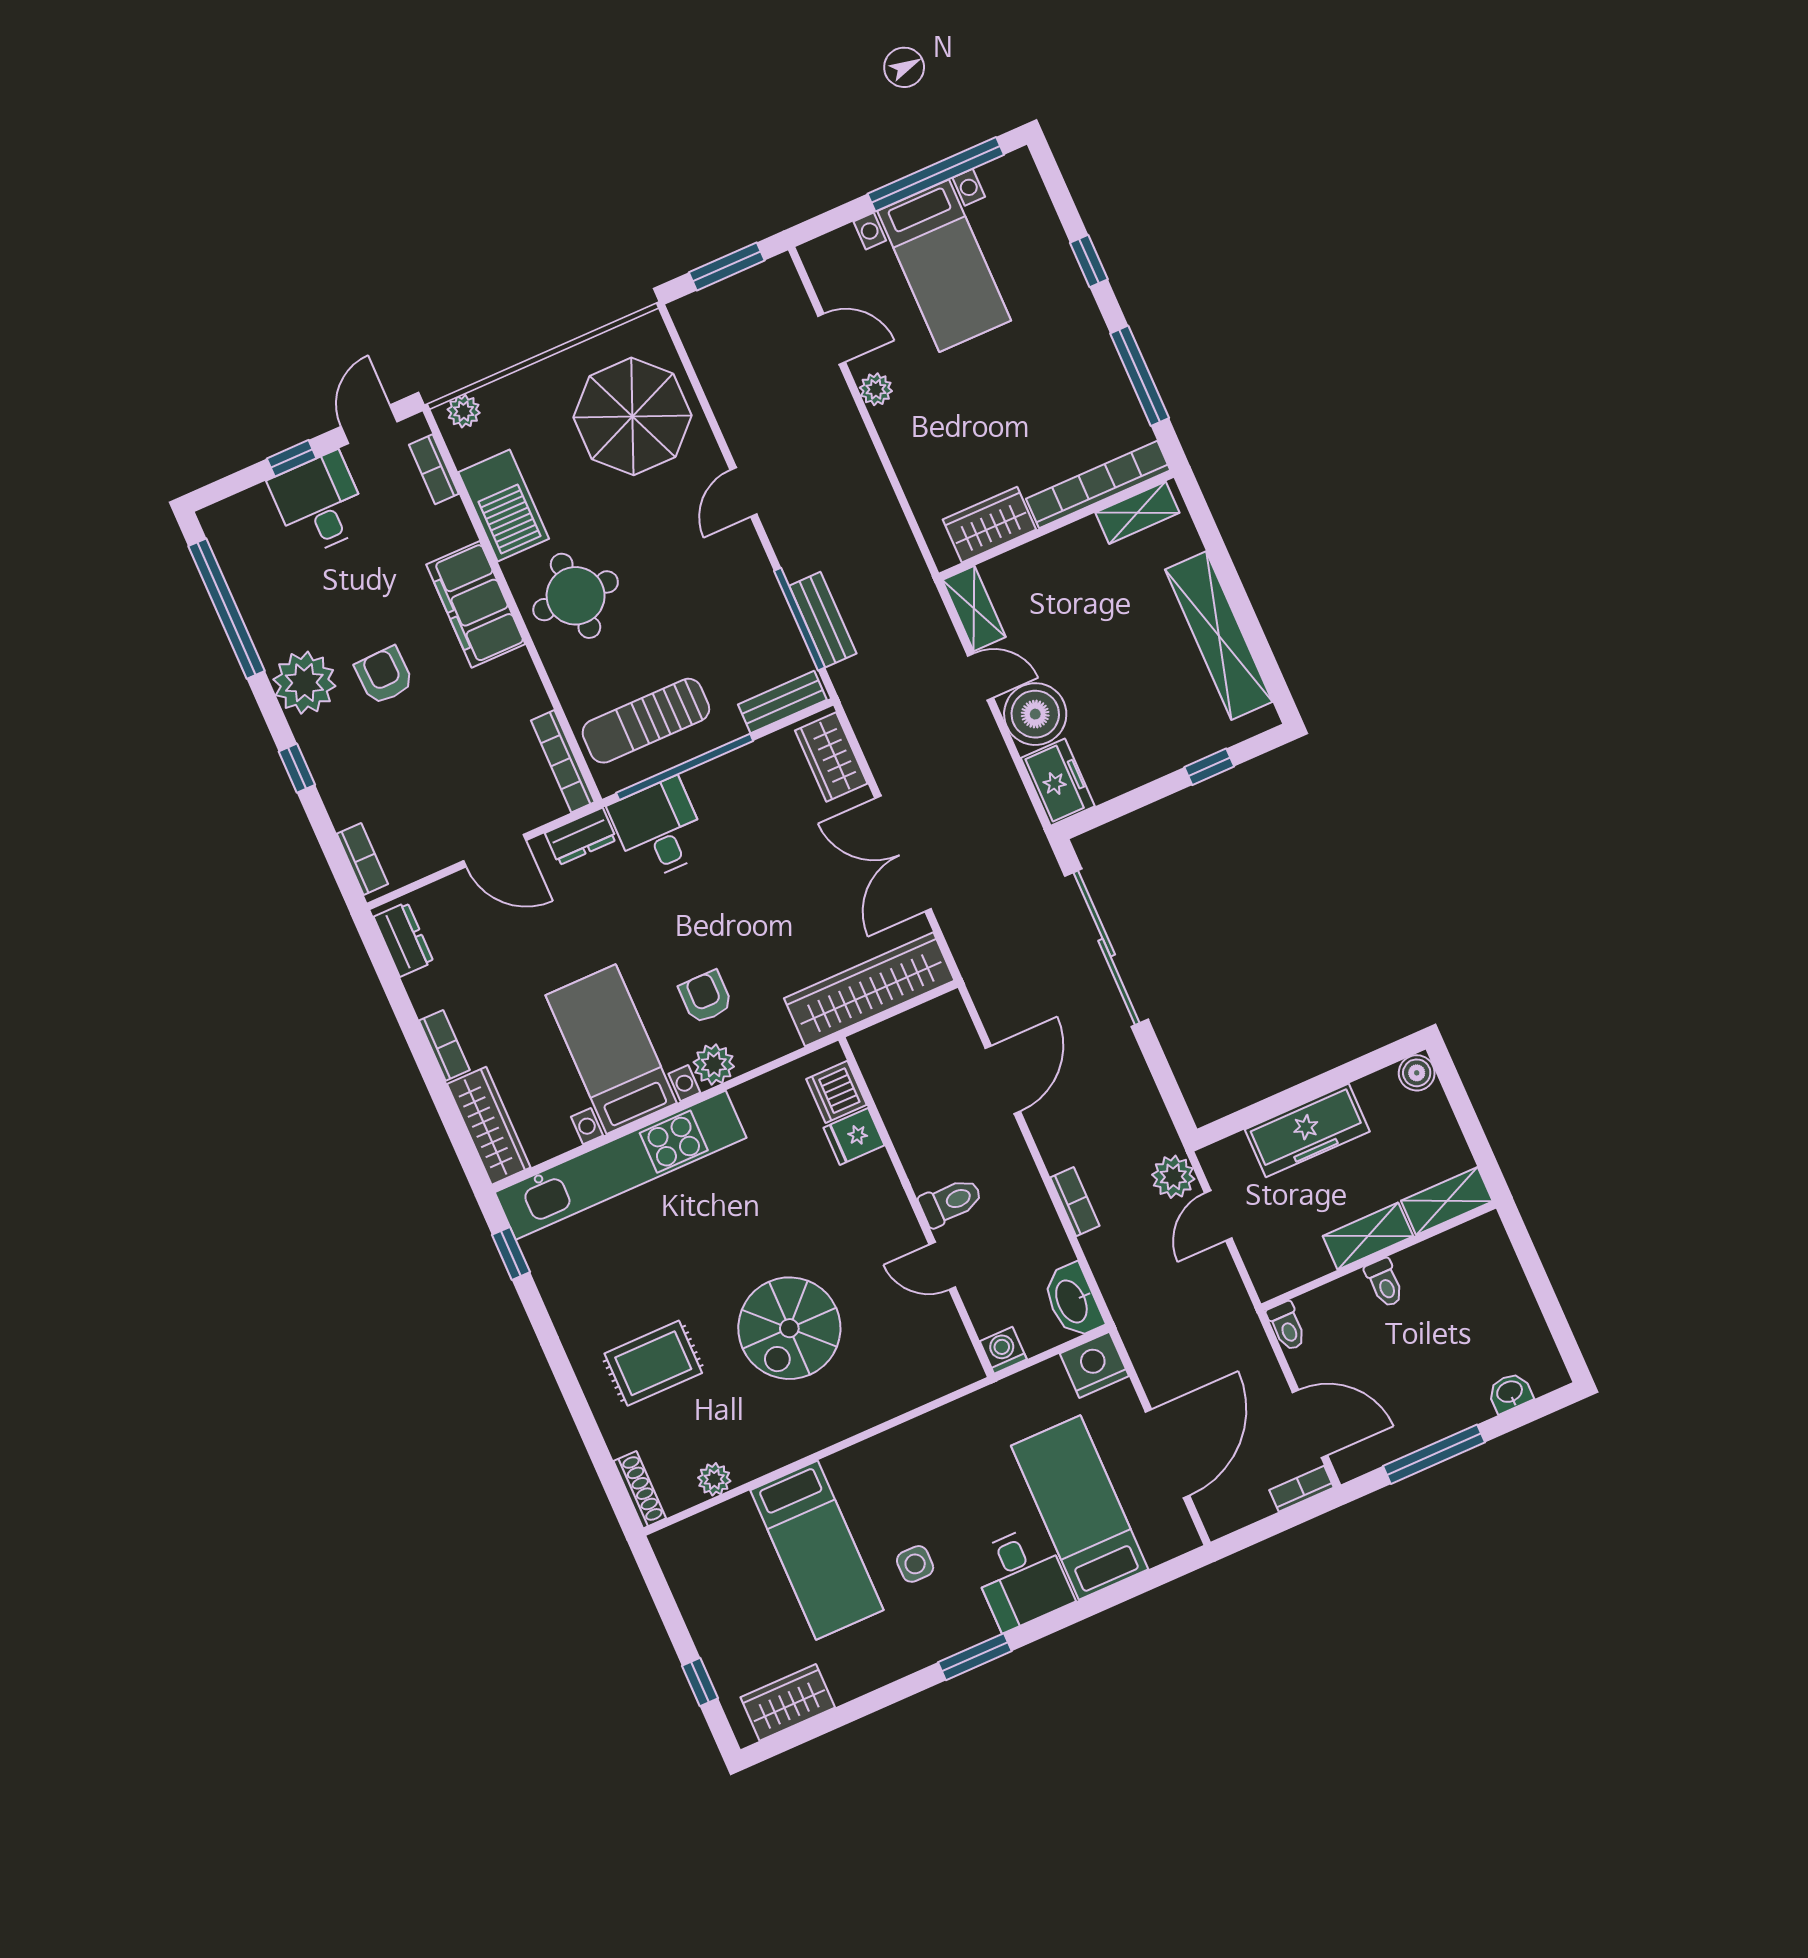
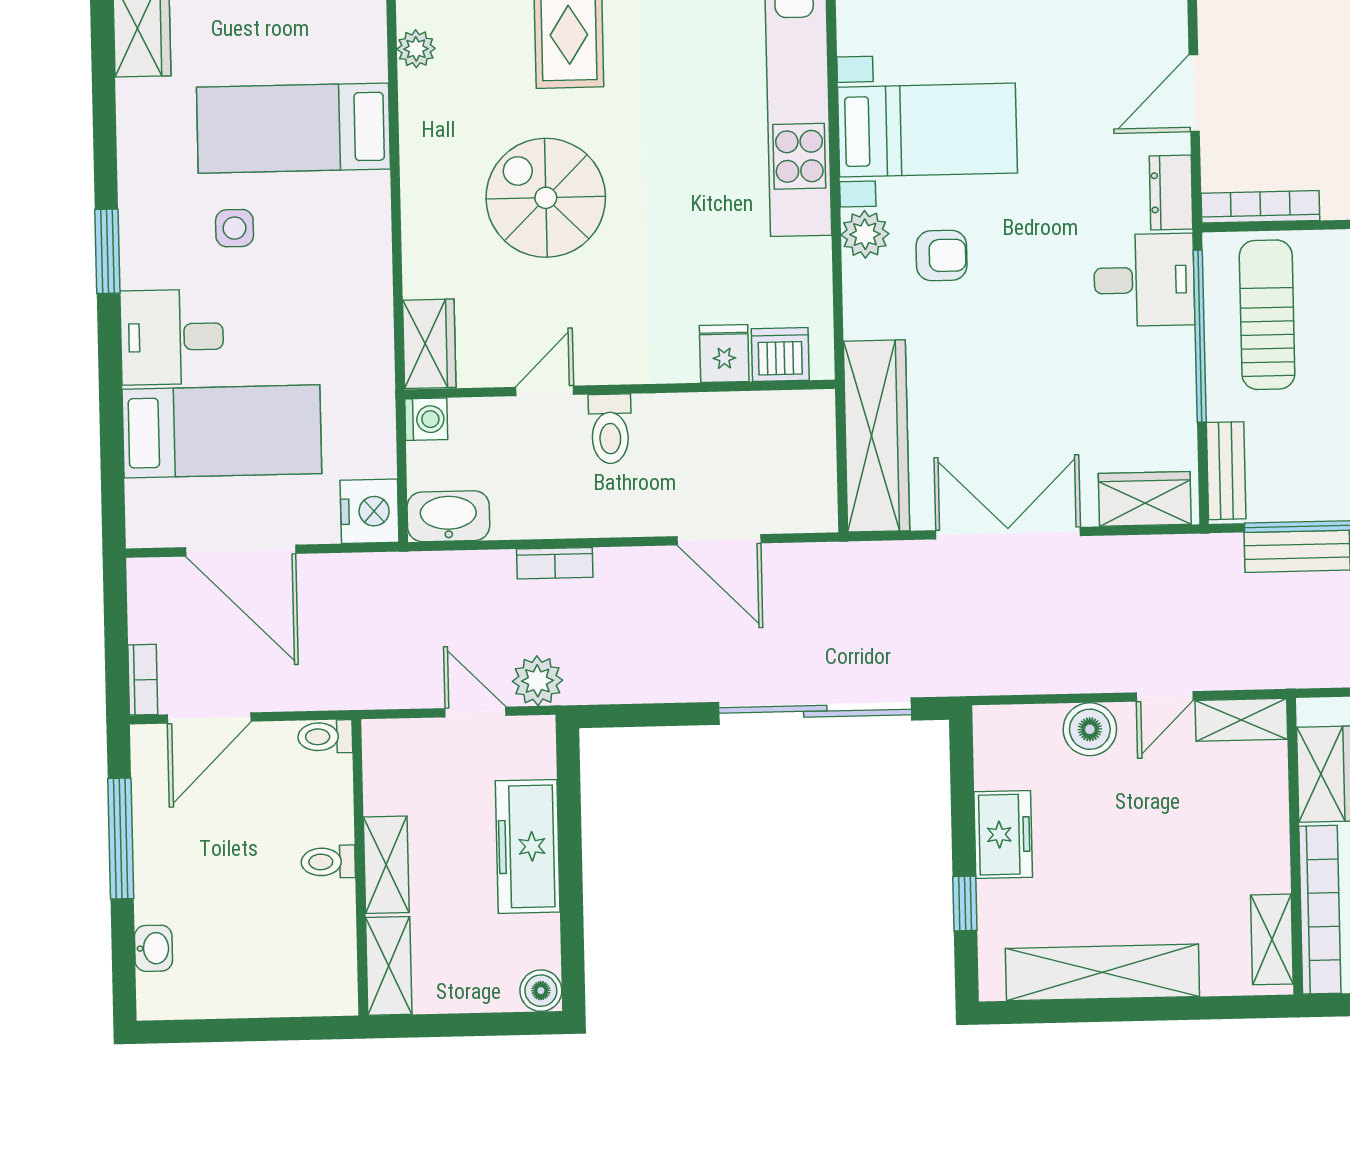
boiler: (1035, 714) -> (1090, 729), width x0.73, depth x0.73
freezer: (1058, 782) -> (1003, 835), moved, turned -90
wardrobe: (943, 1372) -> (429, 344), added

